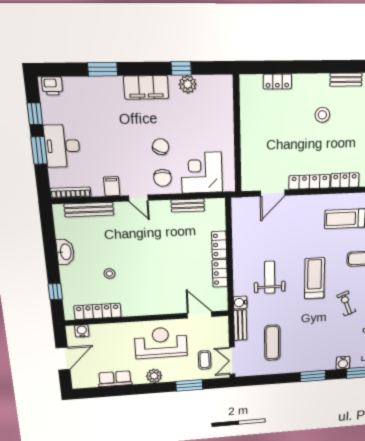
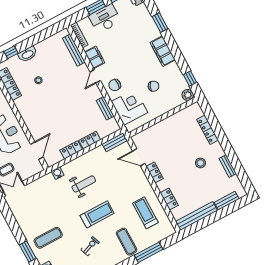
window: (181, 68) -> (190, 79), moved
locker: (277, 81) -> (208, 130), width x1.53
plant: (188, 84) -> (188, 95), moved
chair: (161, 147) -> (154, 86), moved
locker: (309, 182) -> (155, 172), width x0.66
filing cabinet: (112, 186) -> (95, 57), width x2.00
washbasin: (65, 252) -> (27, 54), moved
bench: (240, 325) -> (115, 142), moved
exercise mat: (272, 343) -> (48, 238), moved

